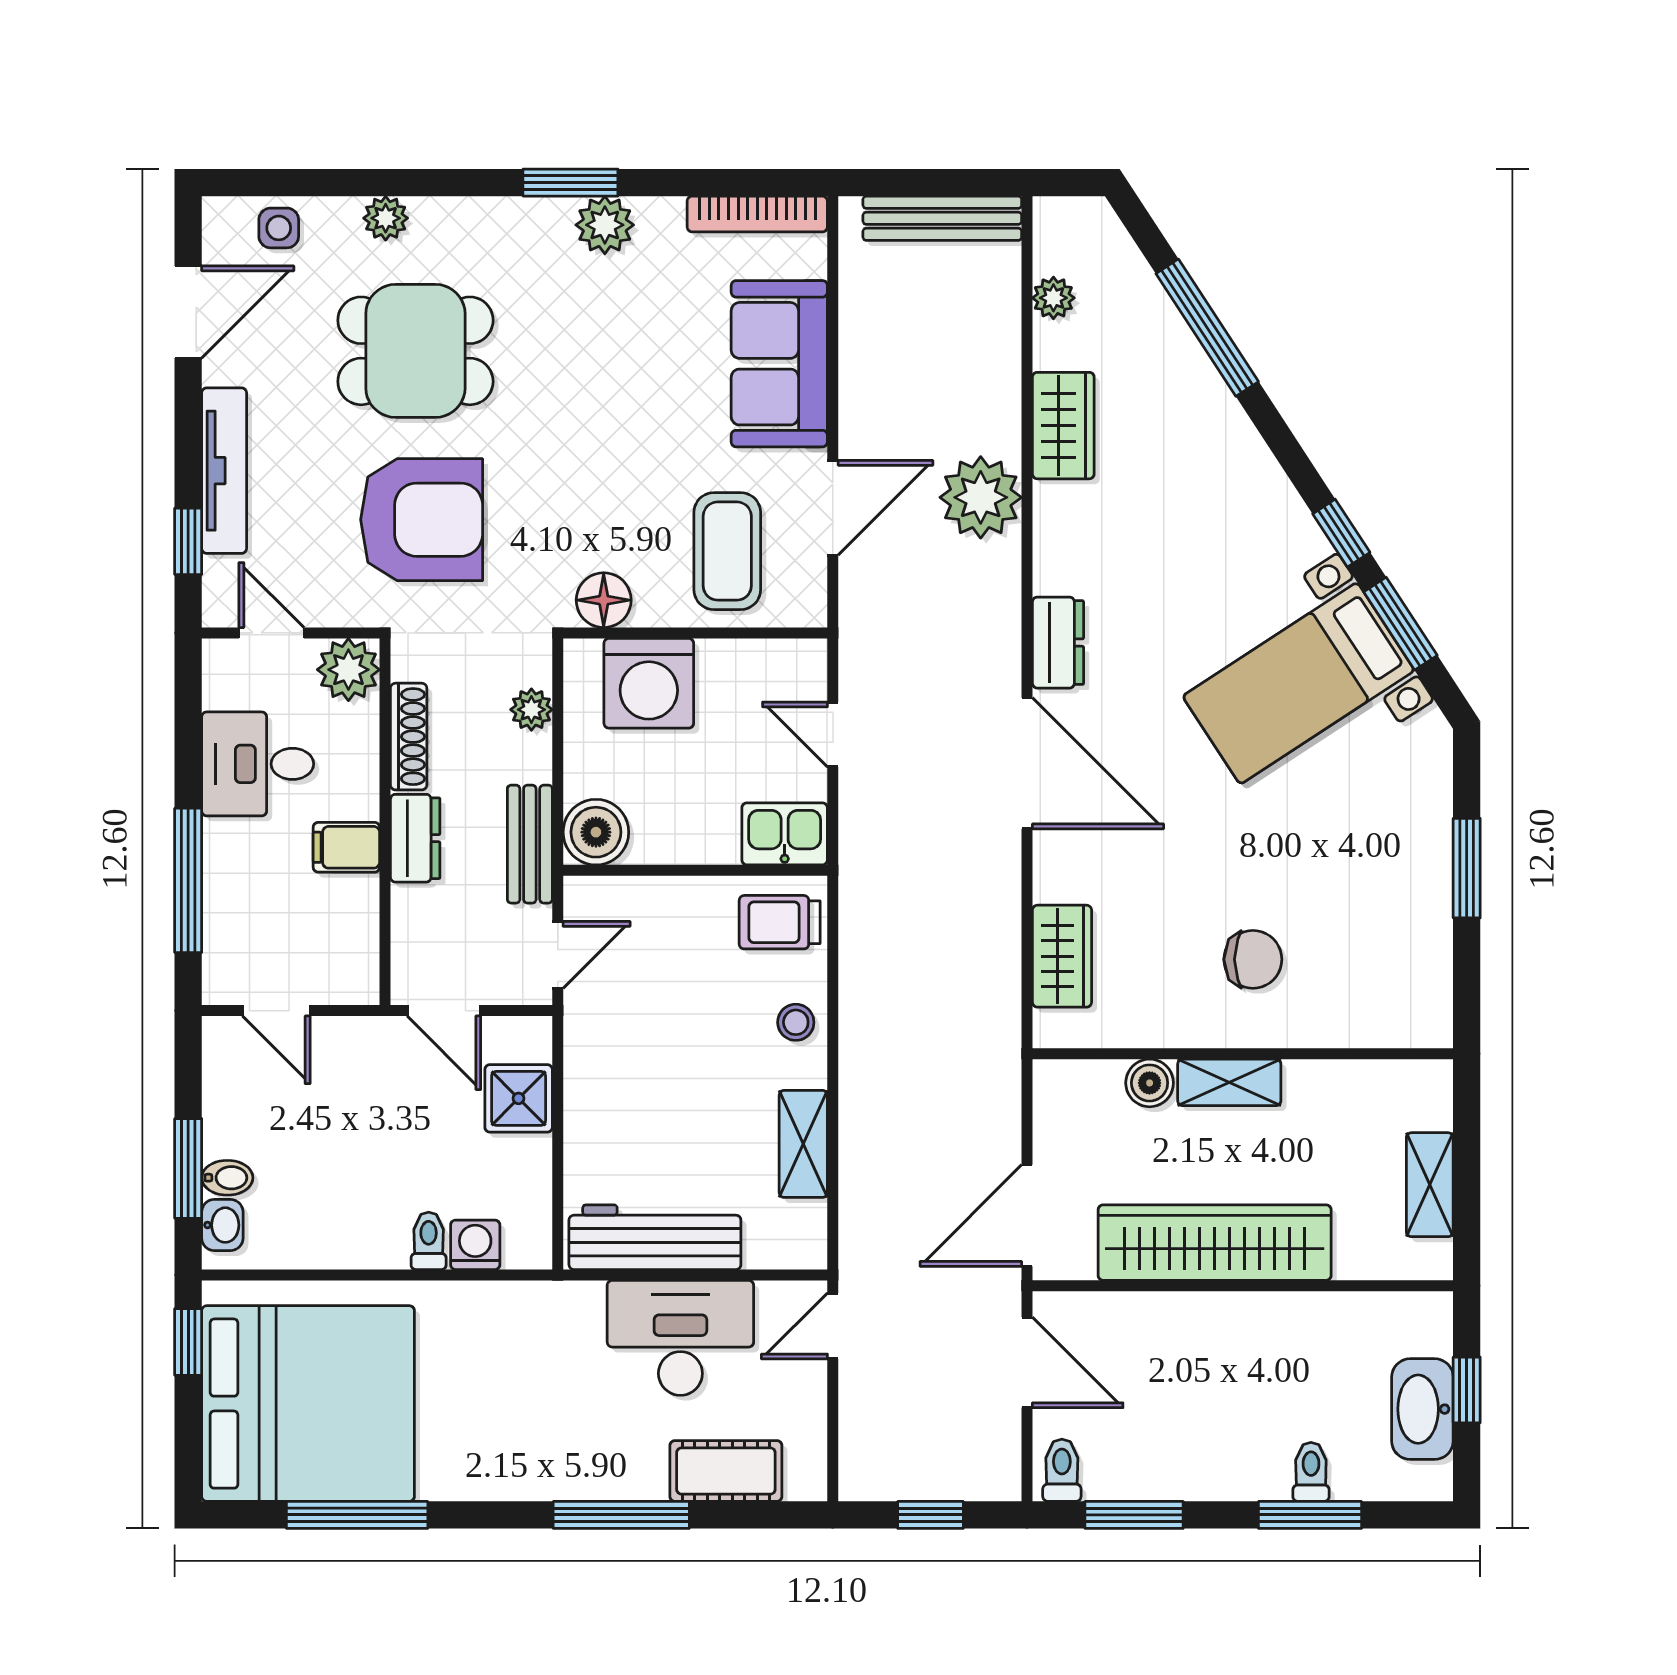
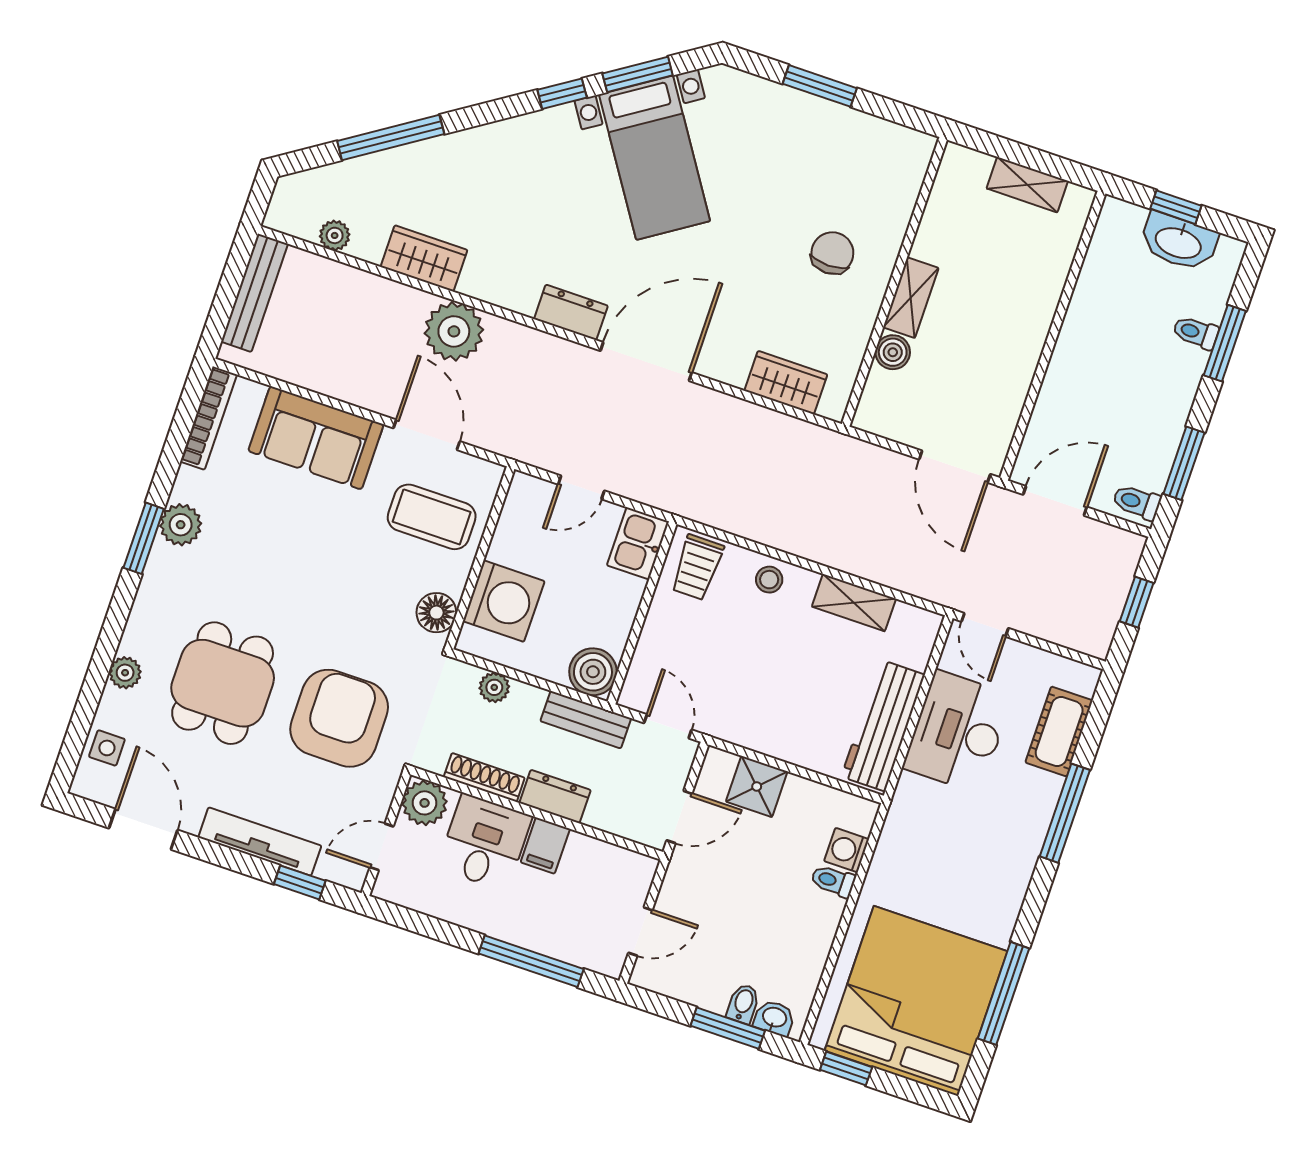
desk: (258, 764) -> (485, 842), moved, turned 180
wardrobe: (1215, 1243) -> (1017, 345), removed

